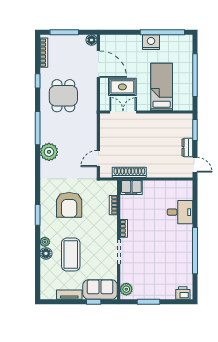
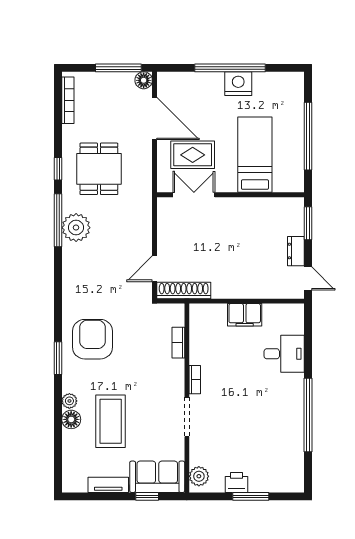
window: (64, 32) -> (118, 68), moved
window: (162, 32) -> (230, 68), moved
window: (38, 81) -> (58, 169), moved
plant: (49, 152) -> (76, 228), moved
shoe rack: (129, 172) -> (184, 291), moved
filing cabinet: (131, 188) -> (245, 315), moved
armchair: (69, 205) -> (92, 339), moved, turned 180
printer: (183, 293) -> (236, 482), moved
window: (149, 302) -> (251, 496), moved

